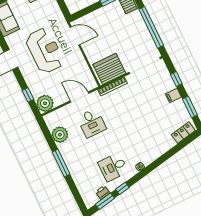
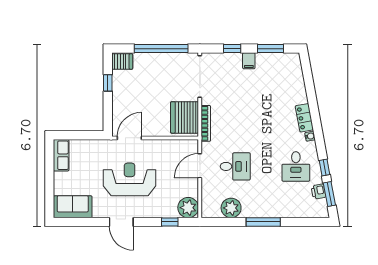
locker: (183, 133) -> (304, 118), moved

